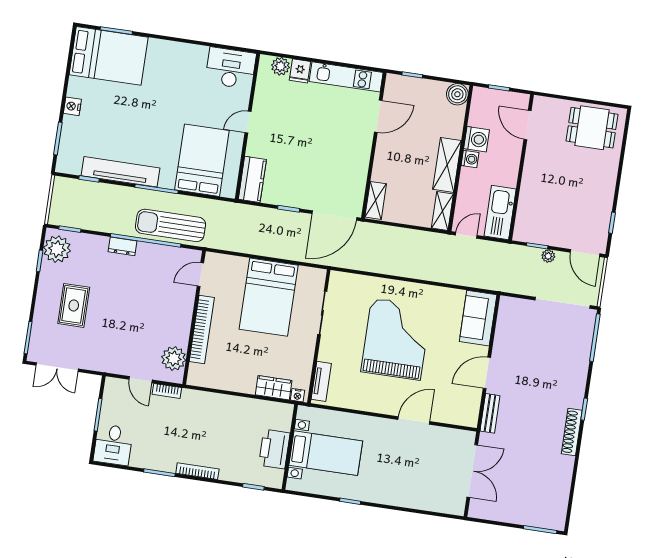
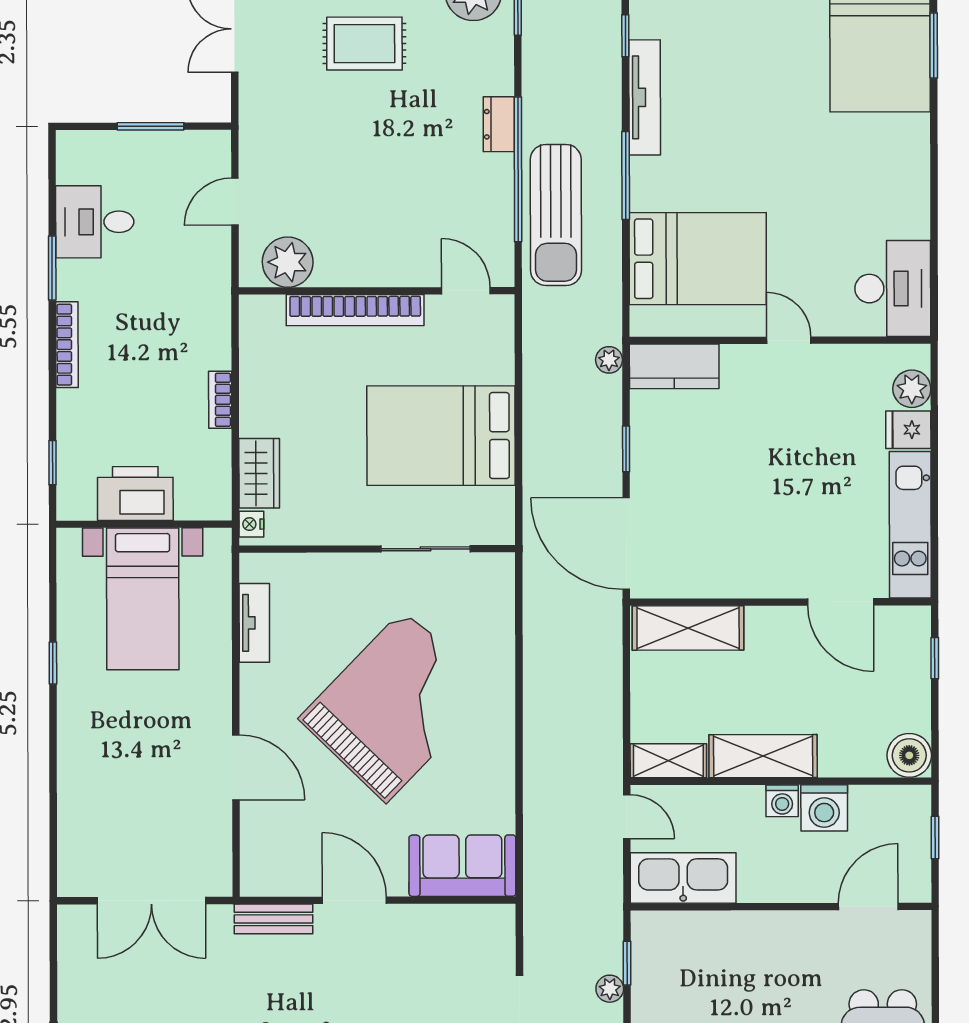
tv unit: (120, 172) -> (645, 97), width x0.73, depth x0.78
shelving: (376, 200) -> (688, 628), width x1.50, depth x1.33
plant: (244, 210) -> (609, 360), added
sun lounger: (170, 225) -> (556, 215), turned 180
grand piano: (396, 339) -> (395, 706), turned -46
tv unit: (321, 381) -> (254, 623), moved, turned -90
bookcase: (167, 391) -> (220, 400), moved
desk: (113, 445) -> (95, 222), moved

